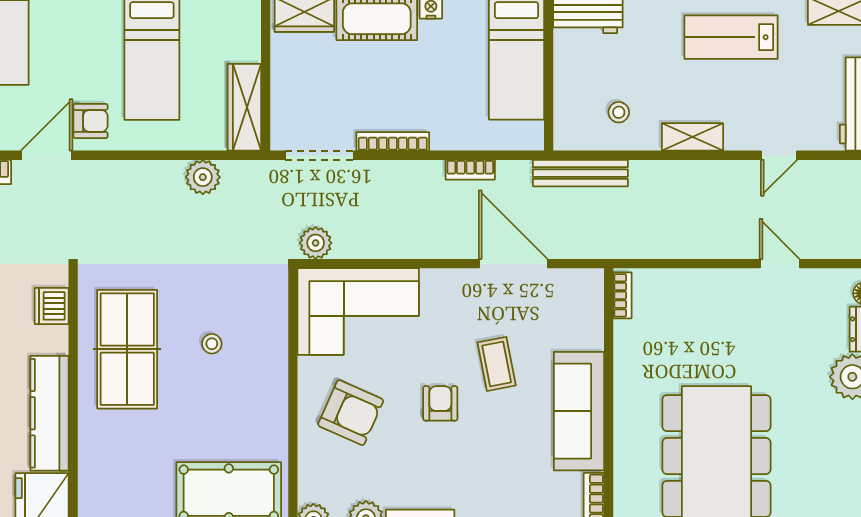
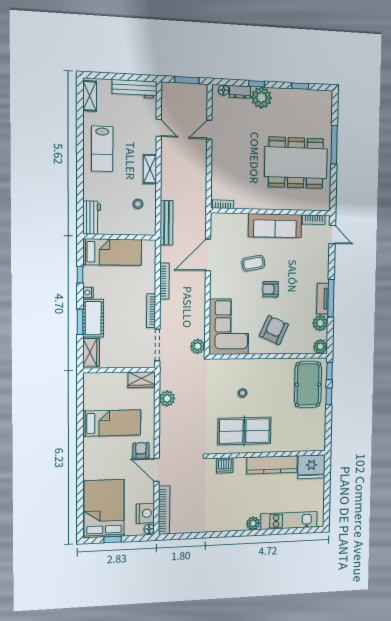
wardrobe: (244, 107) -> (142, 380), width x0.67
bookcase: (470, 170) -> (164, 281), width x1.56

